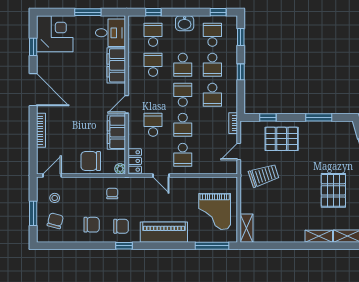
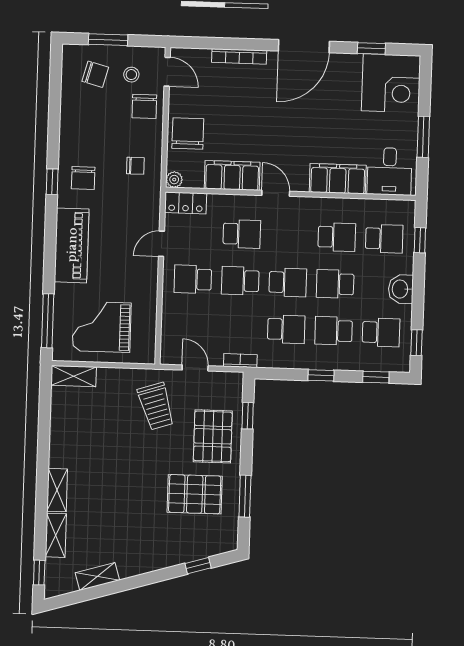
school desk: (212, 95) -> (286, 329), turned 180
pallet: (333, 190) -> (195, 494), moved
chair: (92, 225) -> (144, 106), moved

